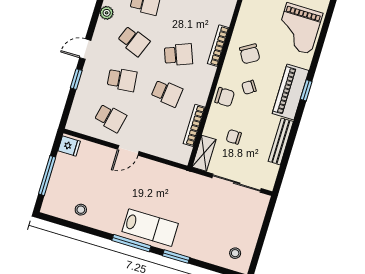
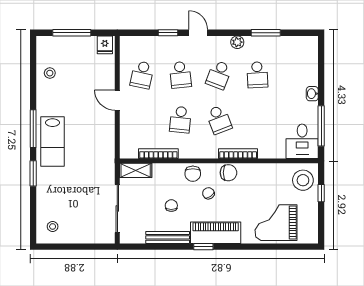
chair: (250, 54) -> (228, 173), moved, turned -149
window: (306, 90) -> (203, 247), moved
chair: (234, 137) -> (171, 206), moved

